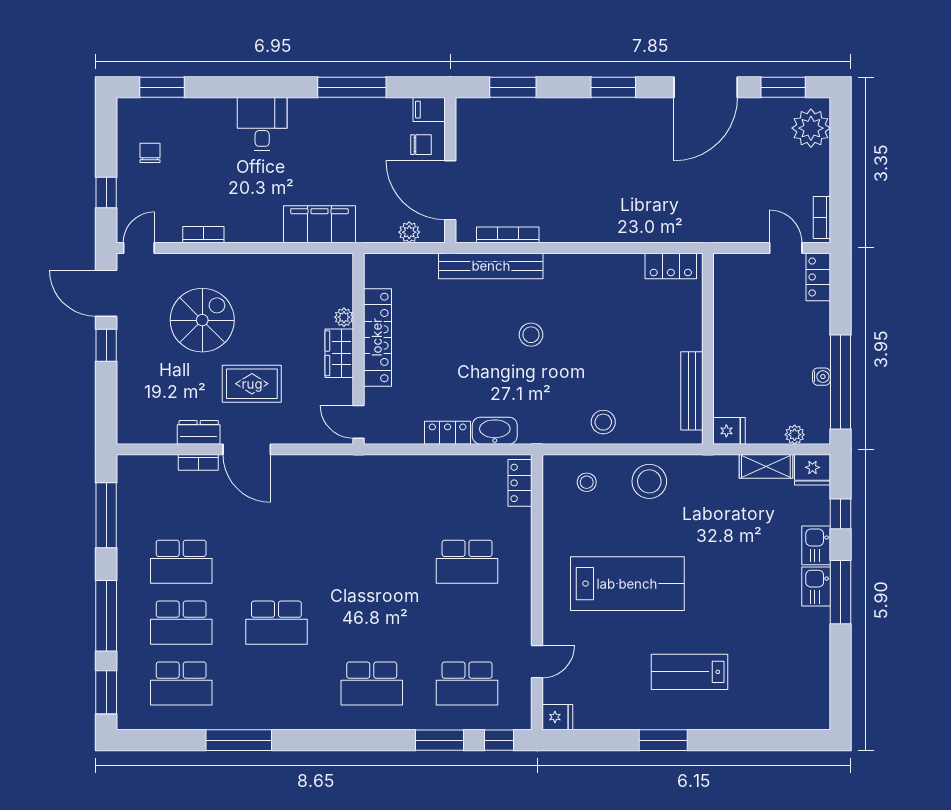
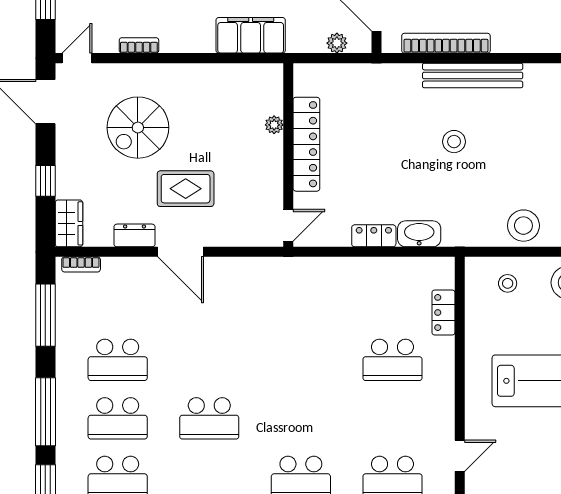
bookcase: (508, 235) -> (446, 43), width x1.48, depth x1.31
bench: (491, 266) -> (473, 75), moved
spiral stairs: (202, 320) -> (138, 128), turned 180
window: (106, 345) -> (45, 181), moved
wardrobe: (339, 353) -> (69, 223), moved, turned 180
door: (359, 422) -> (288, 225), swing flipped
stool: (603, 422) -> (523, 226), width x1.38, depth x1.38
bookcase: (198, 462) -> (81, 264), moved
locker: (520, 483) -> (443, 313), moved

